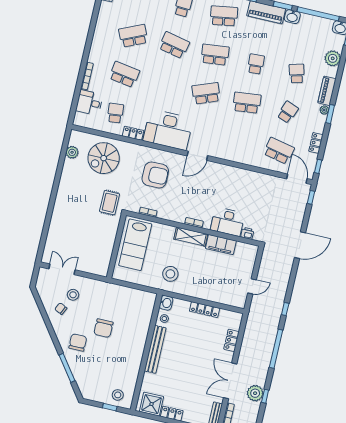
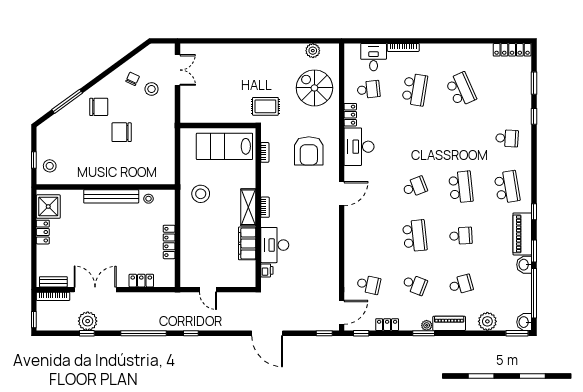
school desk: (174, 45) -> (461, 138), removed
school desk: (206, 93) -> (415, 187), width x0.54
desk: (168, 130) -> (359, 147), width x0.73, depth x0.77
school desk: (279, 151) -> (369, 285), width x0.54
door: (197, 156) -> (342, 194), swing flipped
washbasin: (166, 303) -> (167, 196), removed

